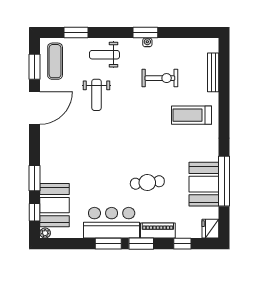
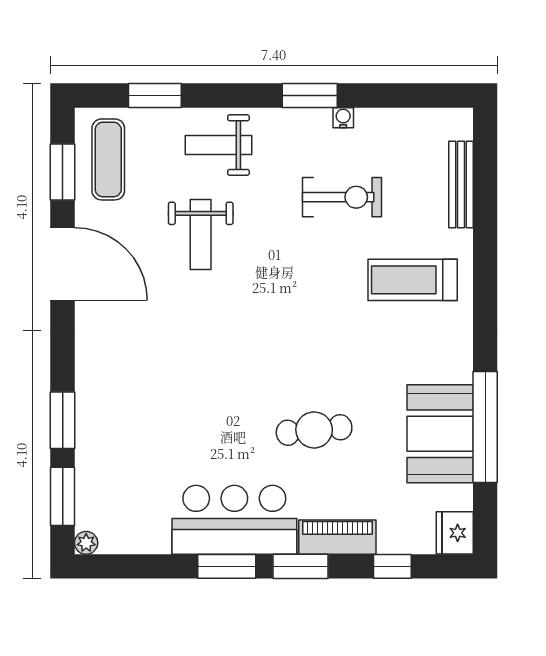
water cooler: (147, 42) -> (343, 118), moved
door: (35, 108) -> (63, 264), hinge flipped
booth: (55, 205) -> (107, 481), removed
window: (35, 212) -> (63, 496), width x1.50

